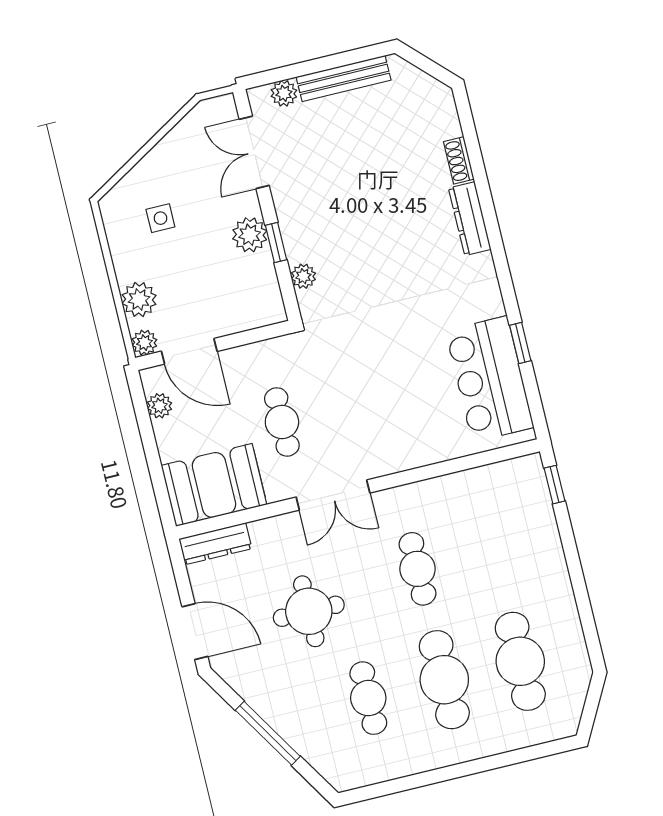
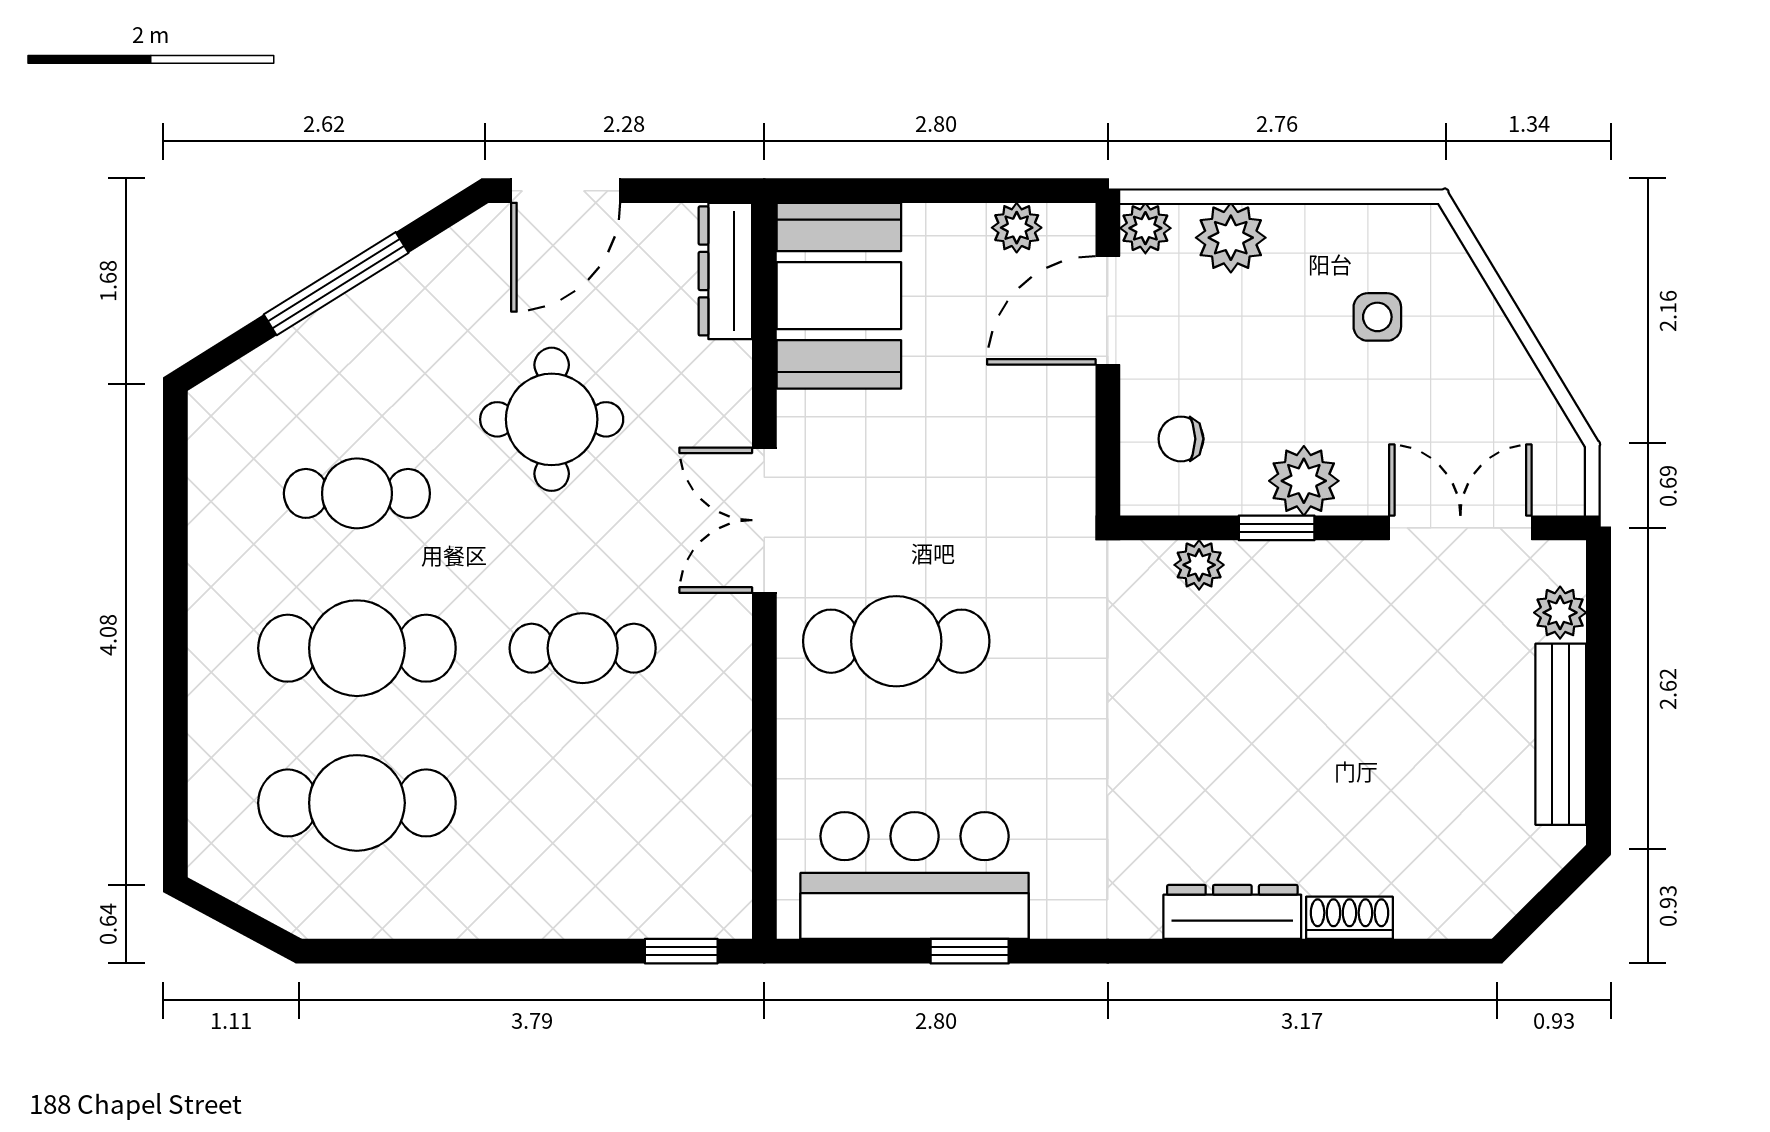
chair: (244, 300) -> (1181, 439), added
cafe table: (282, 422) -> (896, 641), moved, width x1.37, depth x1.35

